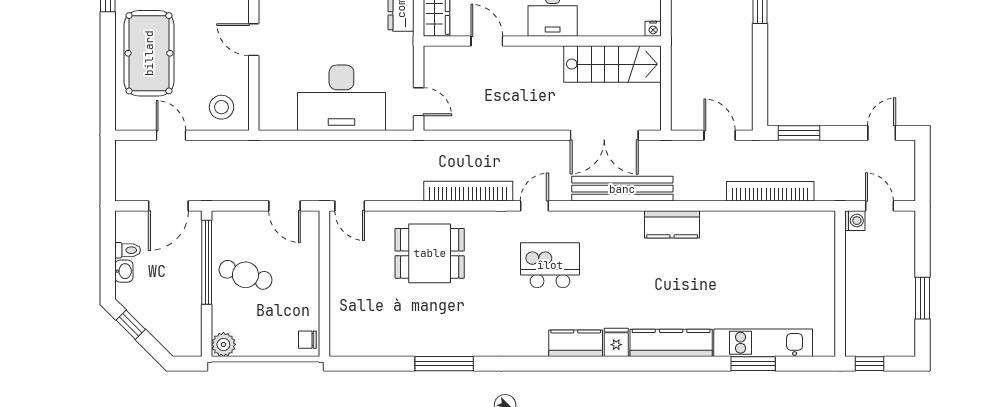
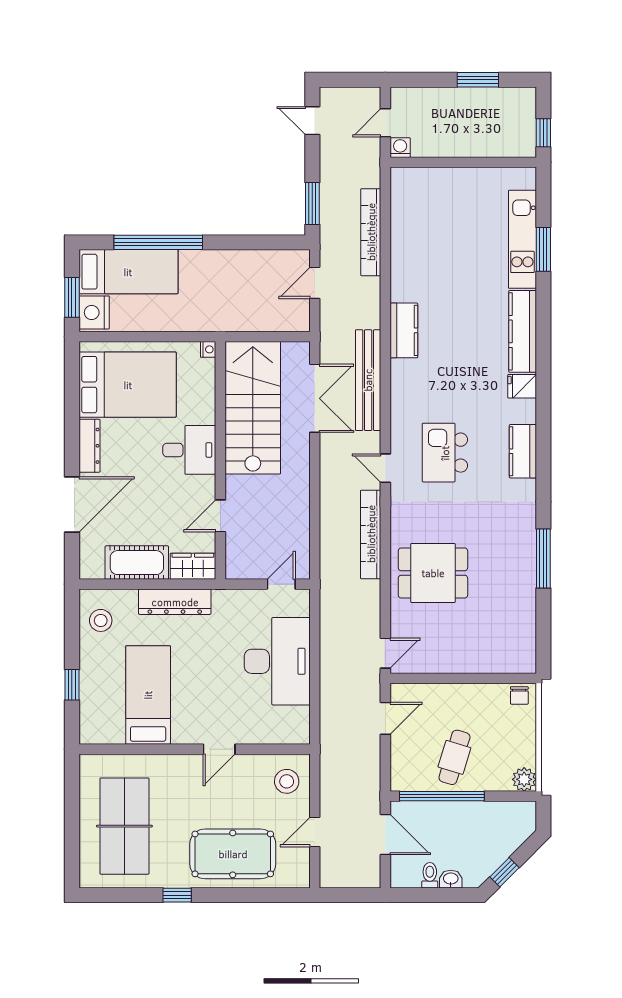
stairs: (613, 64) -> (253, 408), width x1.36, depth x1.51
dining table: (430, 253) -> (433, 573), turned 90
kitchen counter: (576, 343) -> (523, 451), moved

